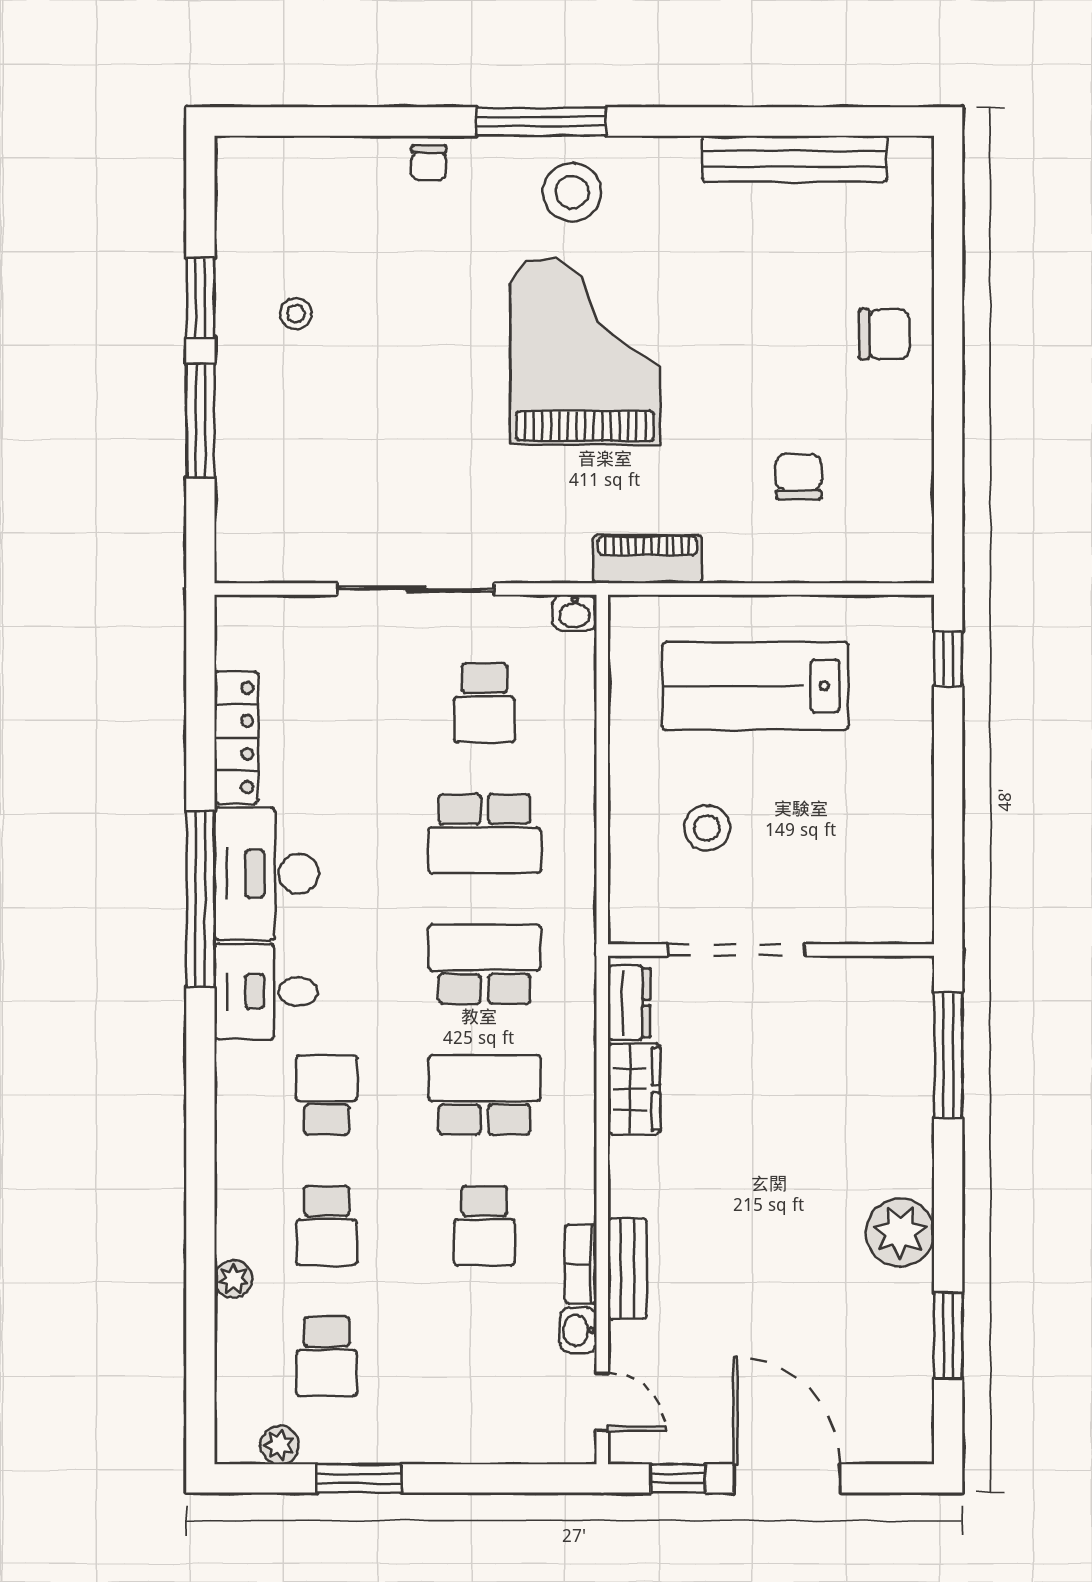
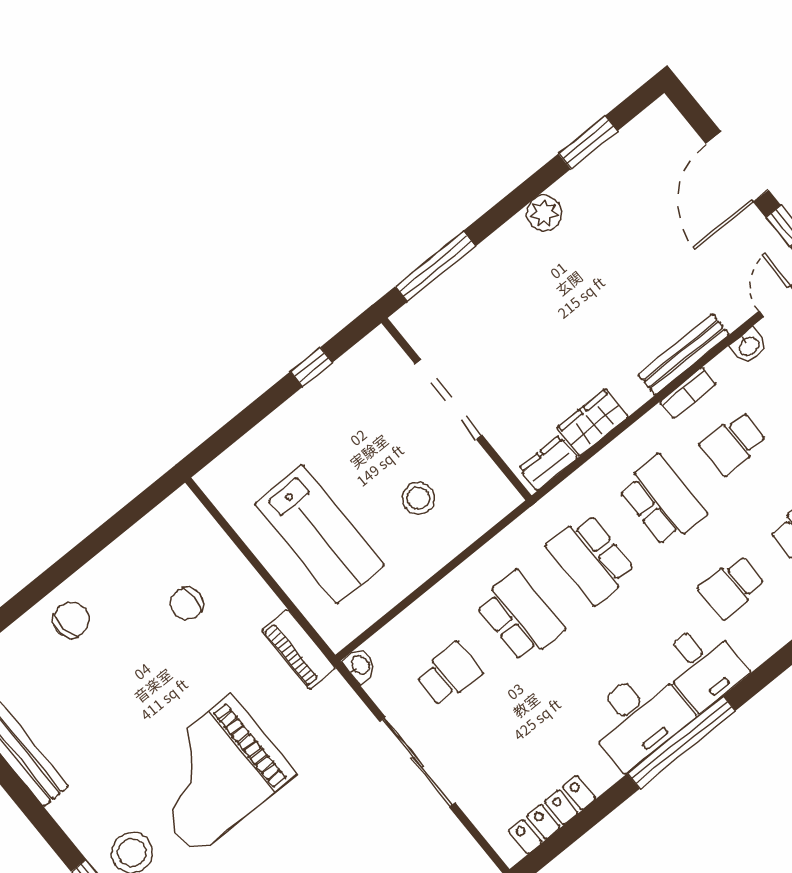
chair: (884, 334) -> (71, 620), turned 82
window: (948, 659) -> (311, 367), moved
locker: (236, 737) -> (552, 815), moved
doorway: (736, 950) -> (449, 399), moved
school desk: (484, 1095) -> (662, 501), turned 180
school desk: (484, 1226) -> (733, 443), turned 180
plant: (900, 1232) -> (544, 213), width x0.73, depth x0.73
bookcase: (581, 1264) -> (688, 393), moved
bench: (627, 1269) -> (684, 355), width x1.36

